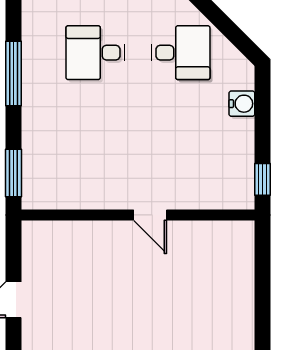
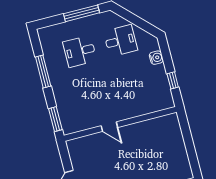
window: (263, 179) -> (173, 80), moved
door: (150, 215) -> (109, 127), moved

